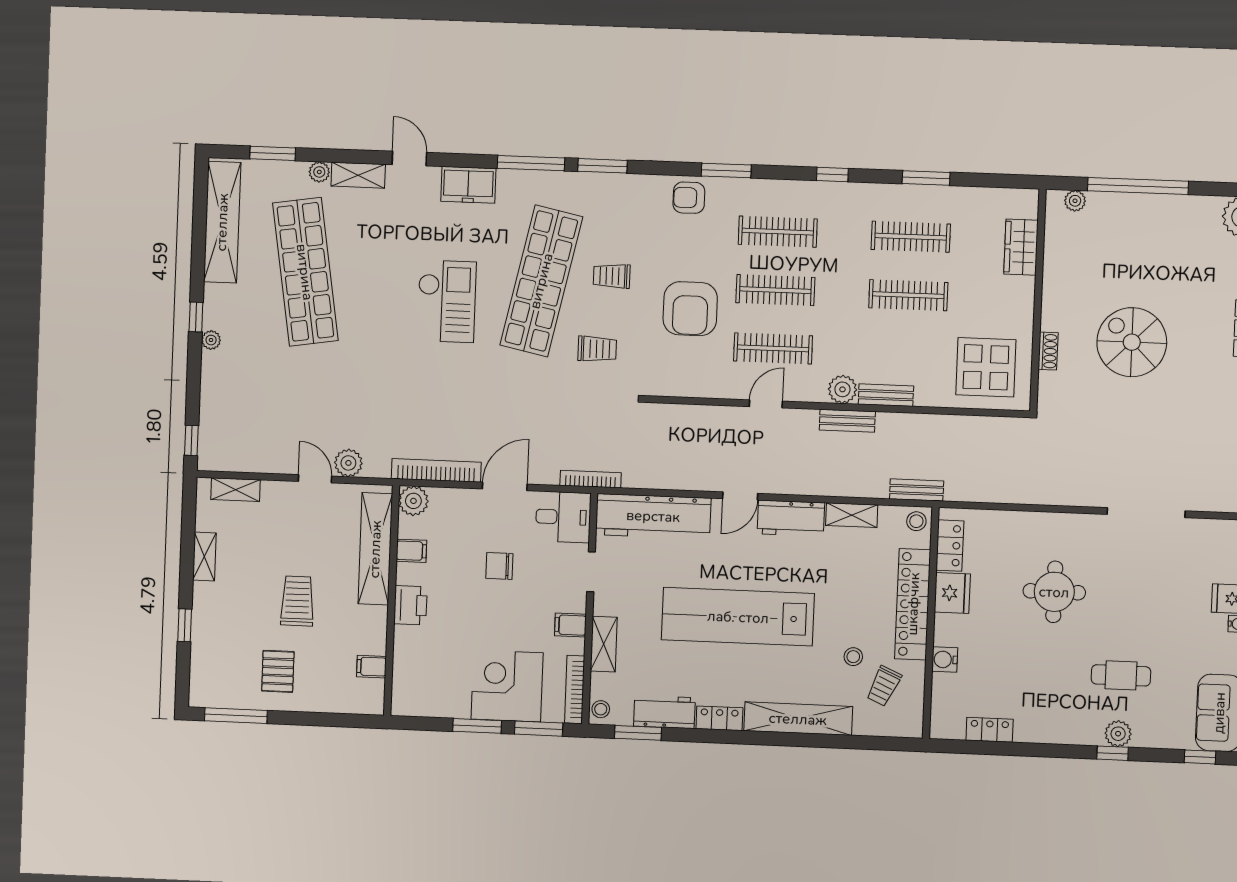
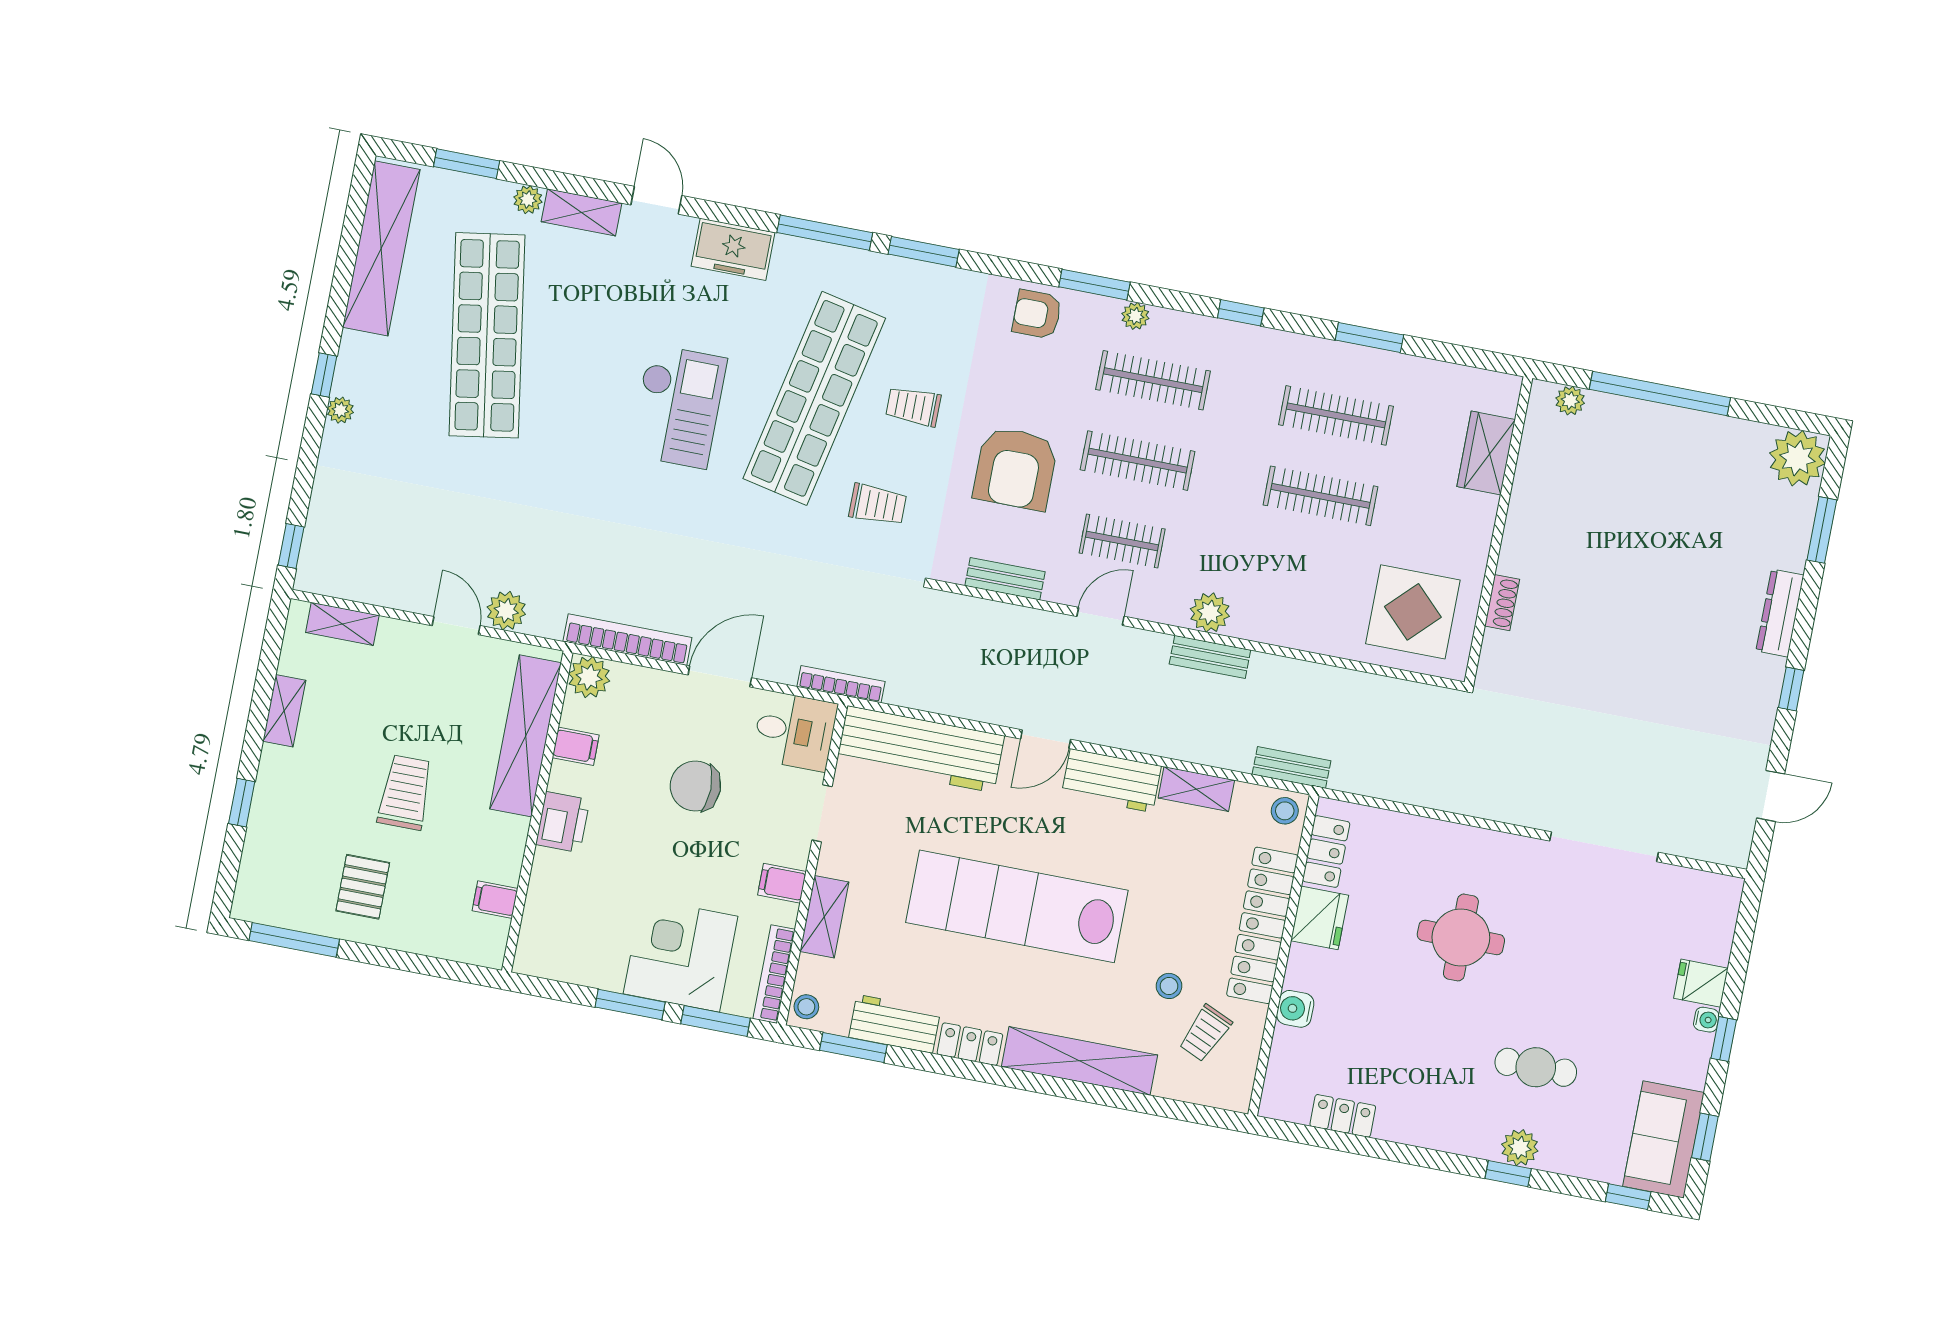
plant: (758, 188) -> (1135, 316), added
spiral stairs: (1132, 342) -> (1619, 608), removed
clothes rail: (773, 348) -> (1122, 541), width x0.73
bench: (886, 395) -> (1005, 579), moved
chair: (499, 566) -> (695, 786), width x1.37, depth x1.37

